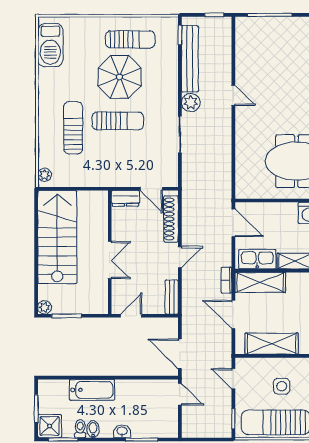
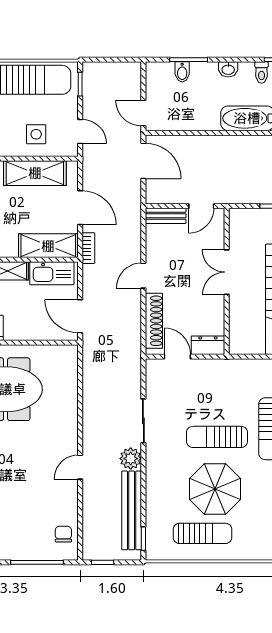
sun lounger: (130, 39) -> (202, 533), turned 180
chair: (248, 39) -> (63, 534), added
door: (233, 95) -> (80, 467), hinge flipped
bench: (172, 297) -> (166, 216), moved, turned 90
side table: (282, 386) -> (36, 134), moved
bidet: (93, 429) -> (182, 72), moved
washbasin: (122, 431) -> (228, 69), moved

